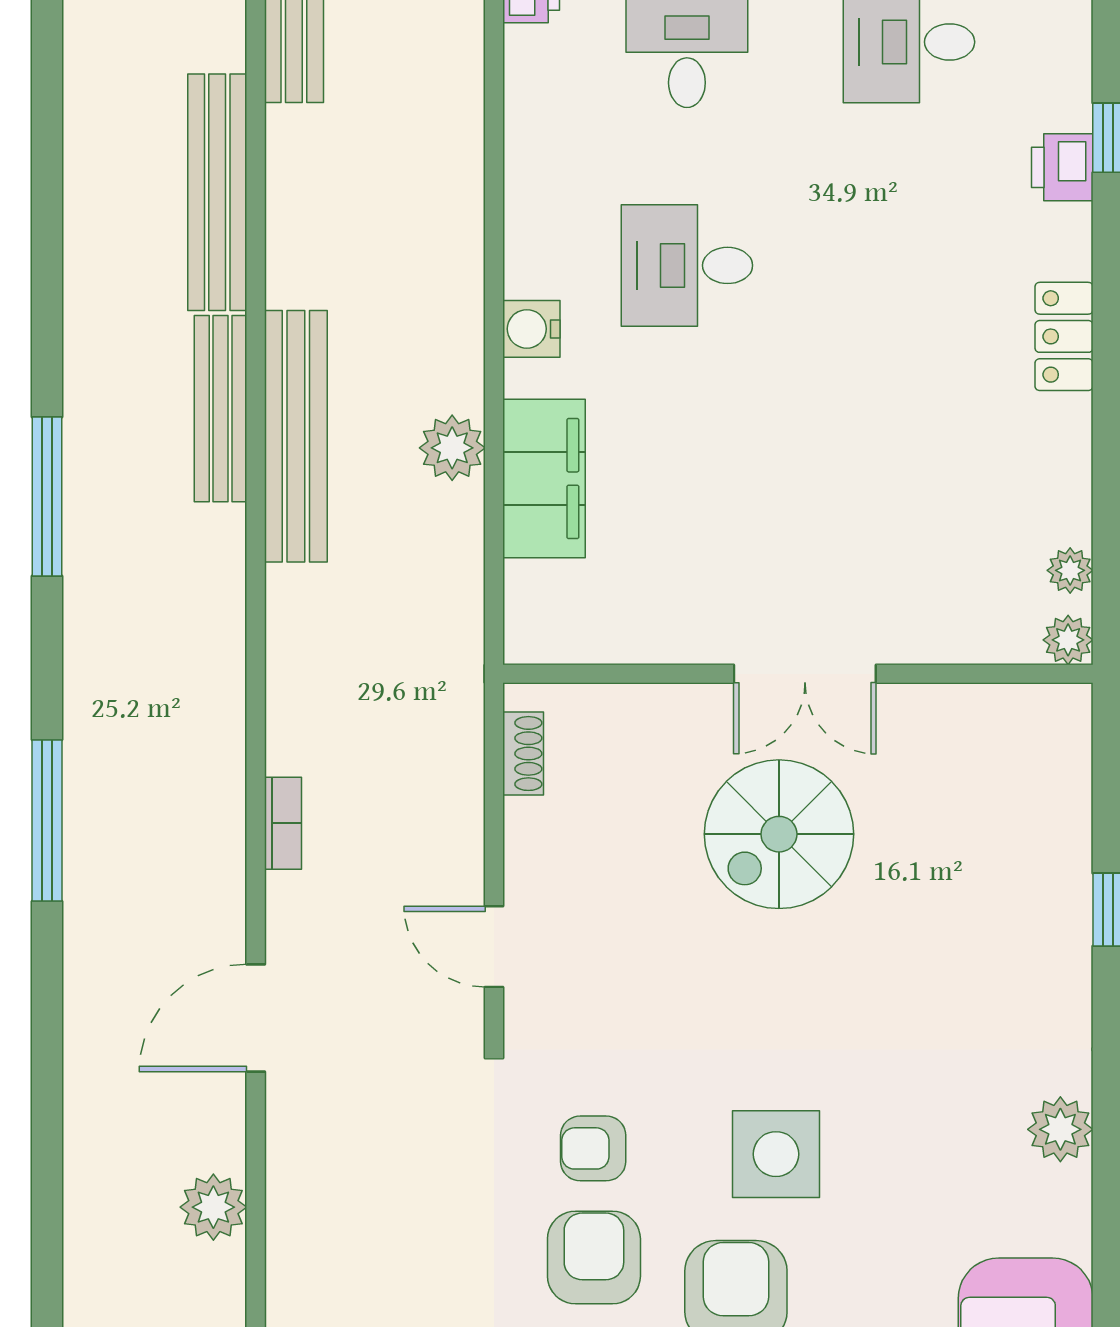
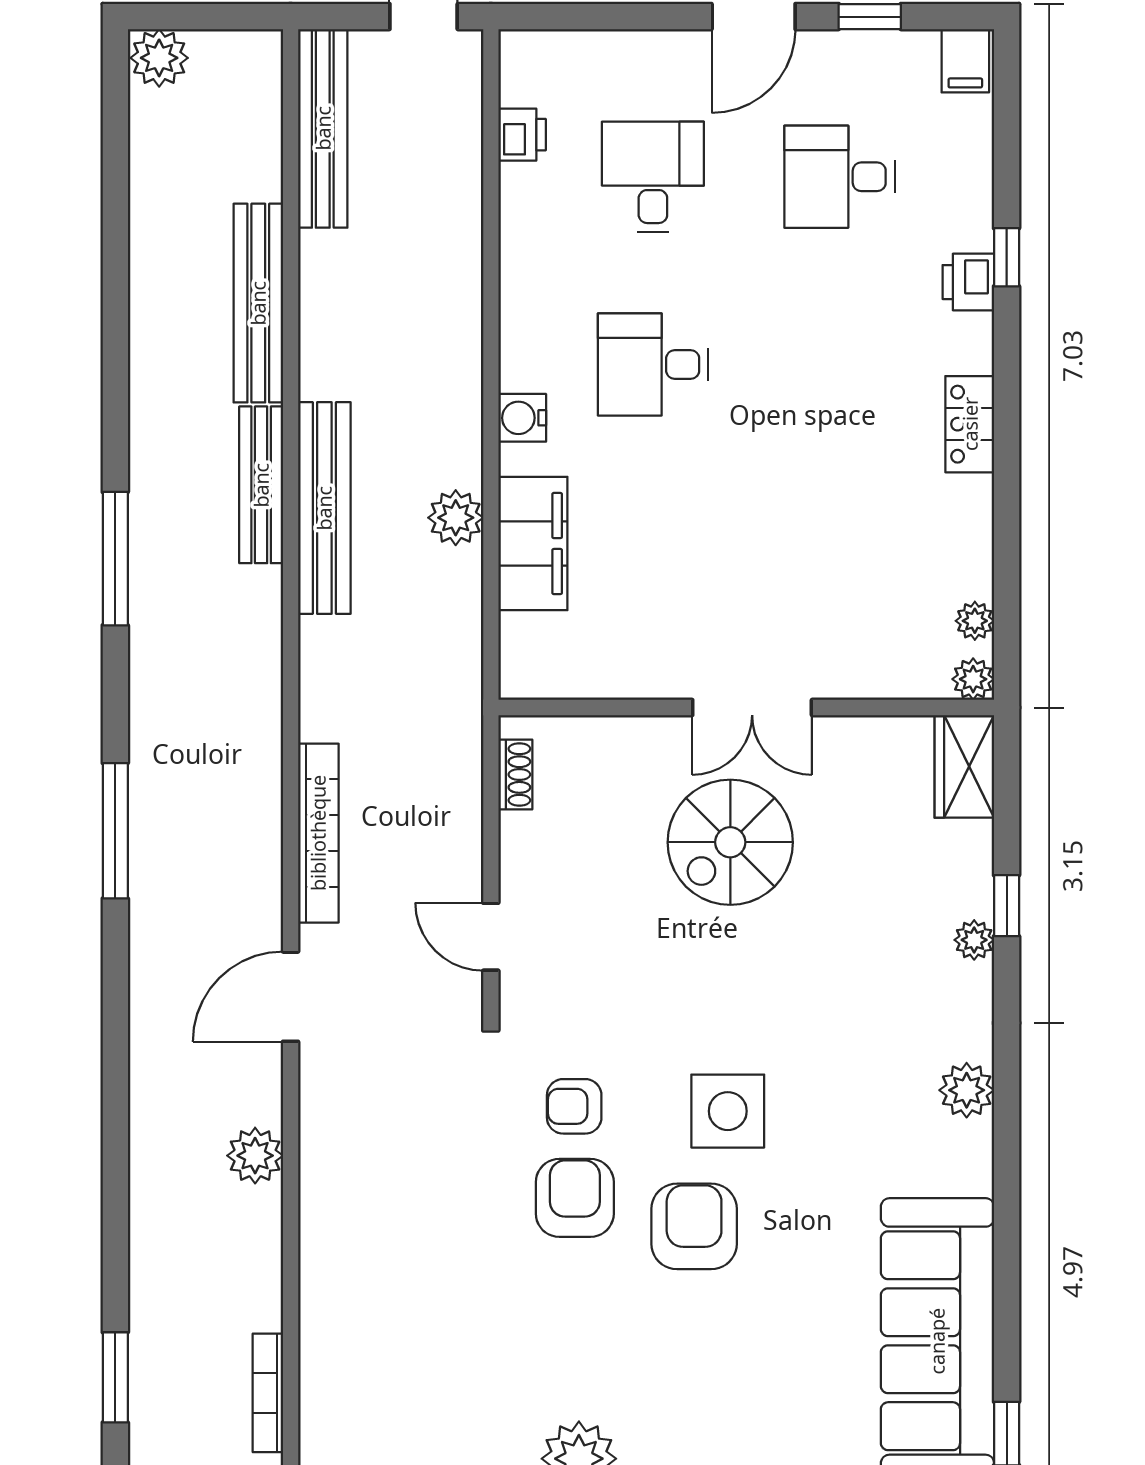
wardrobe: (1058, 744) -> (964, 766), added
bookcase: (283, 823) -> (318, 833), width x2.31, depth x1.31
plant: (1069, 950) -> (974, 940), added

